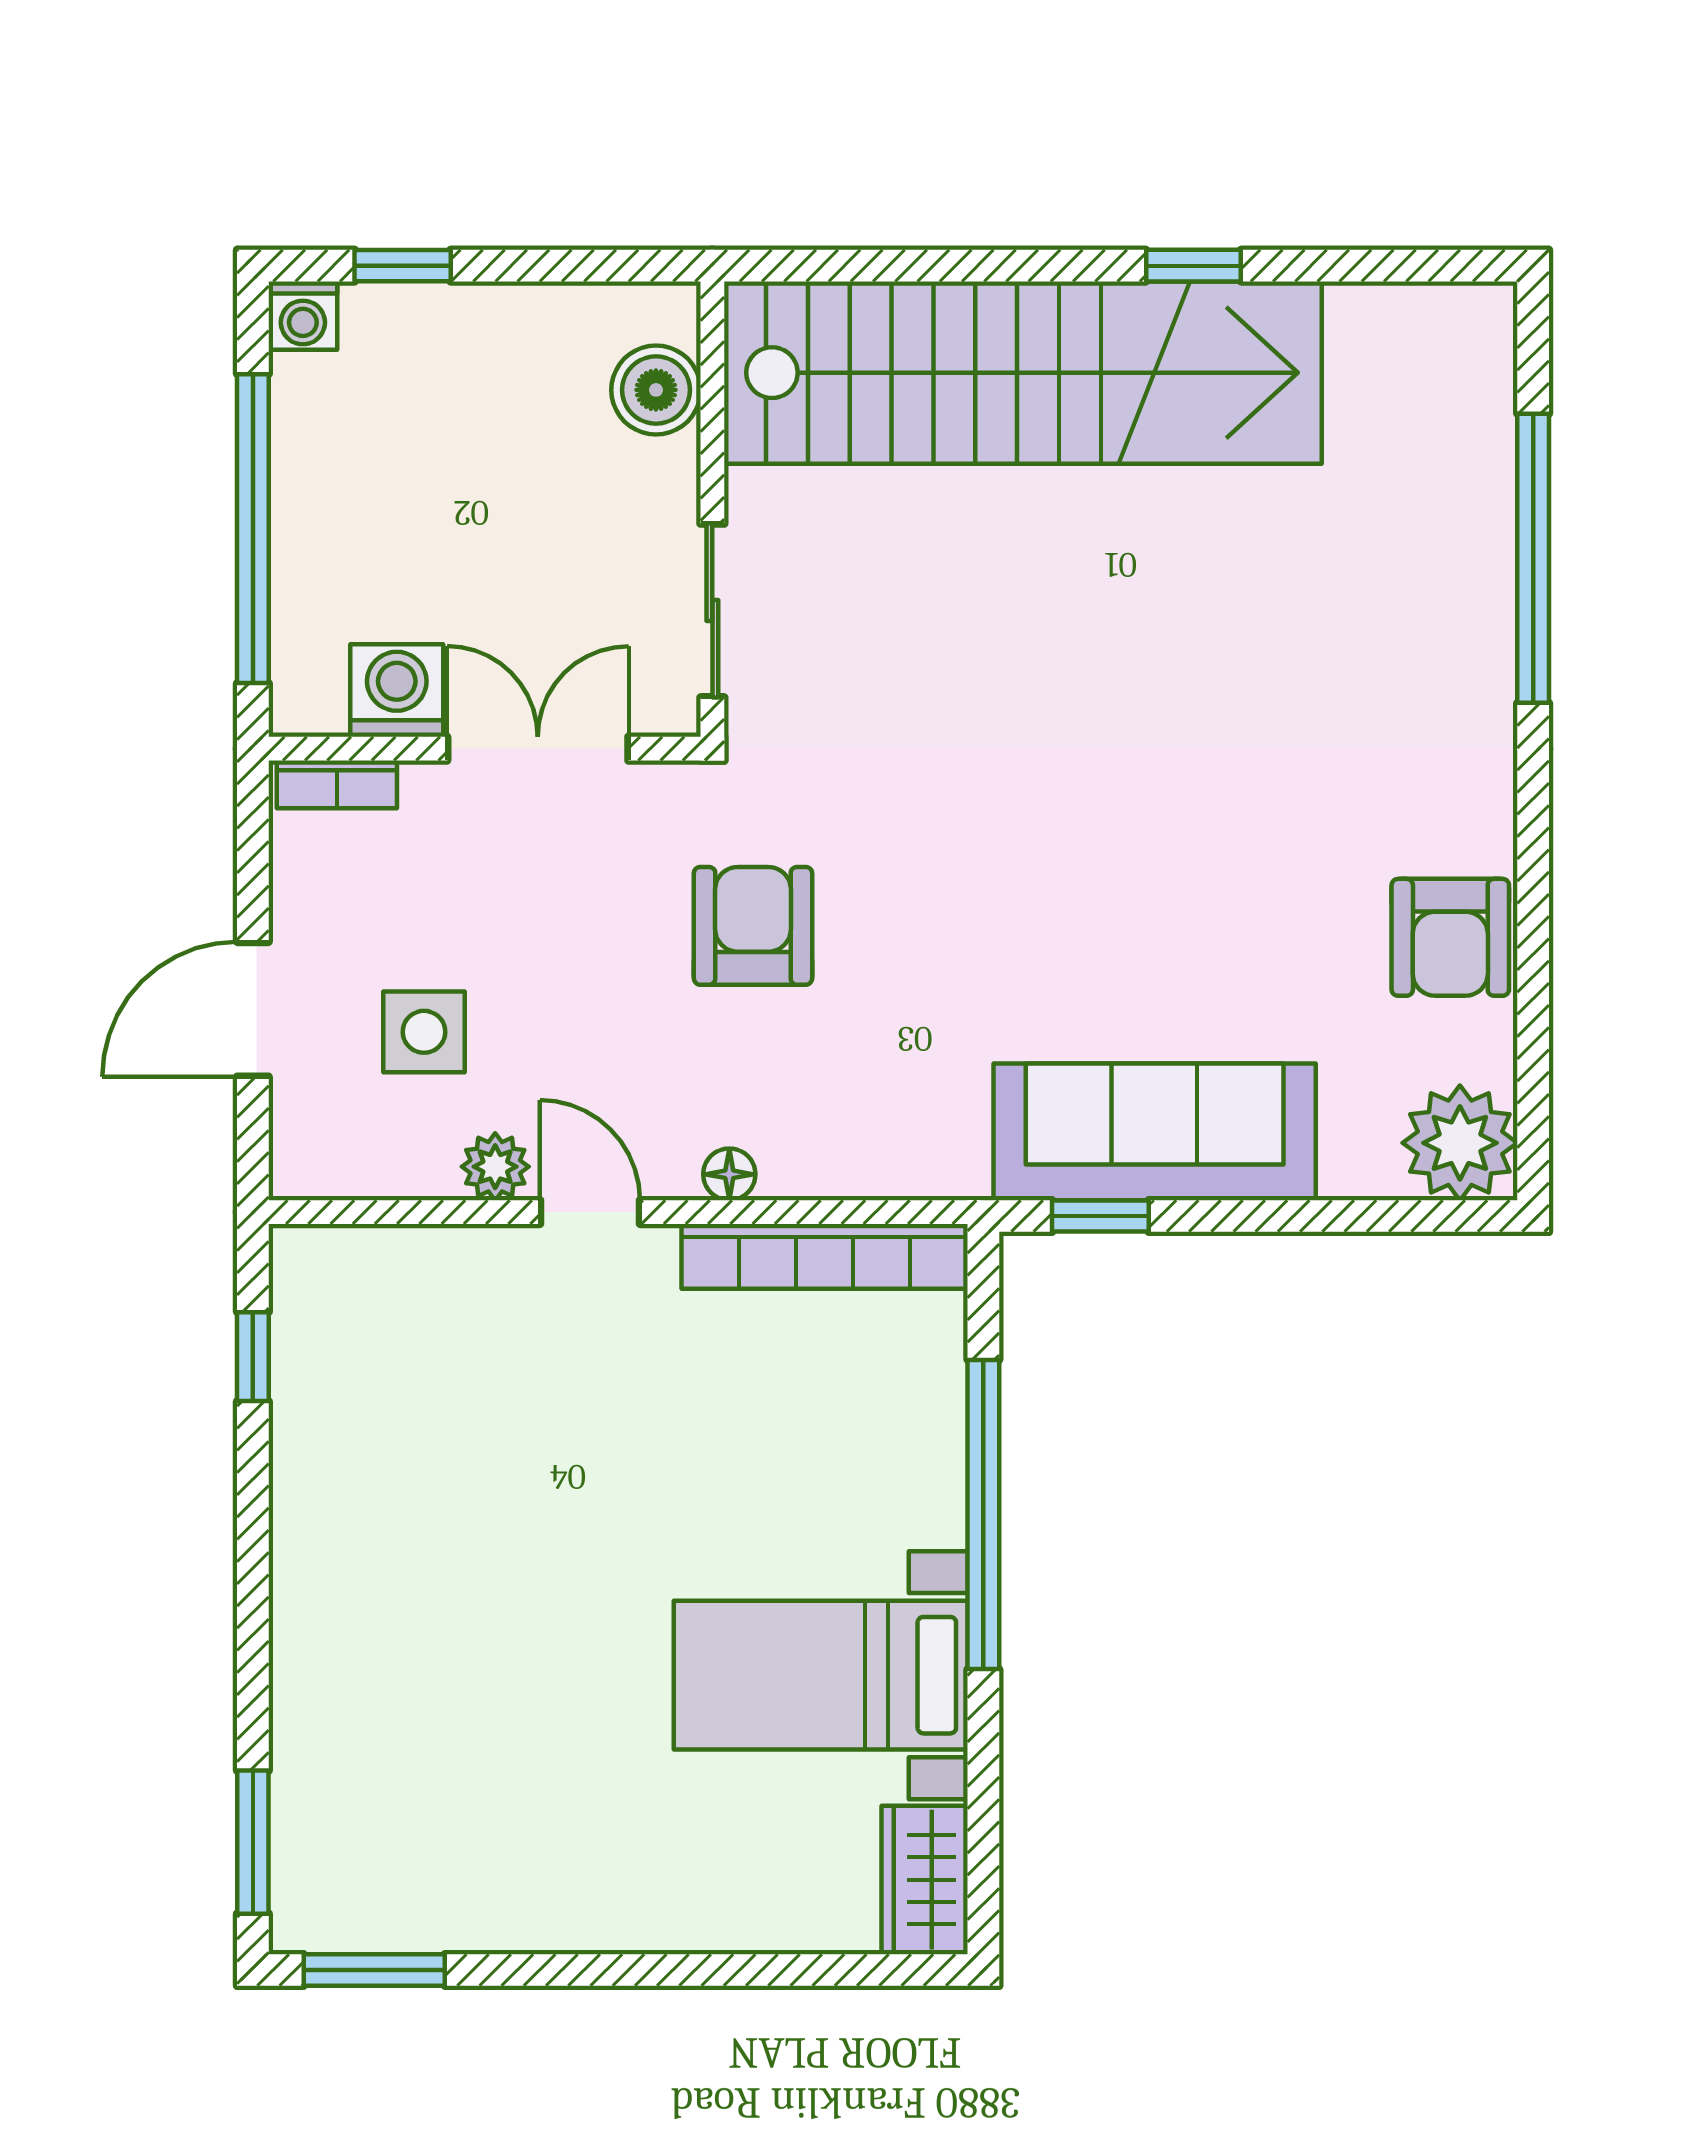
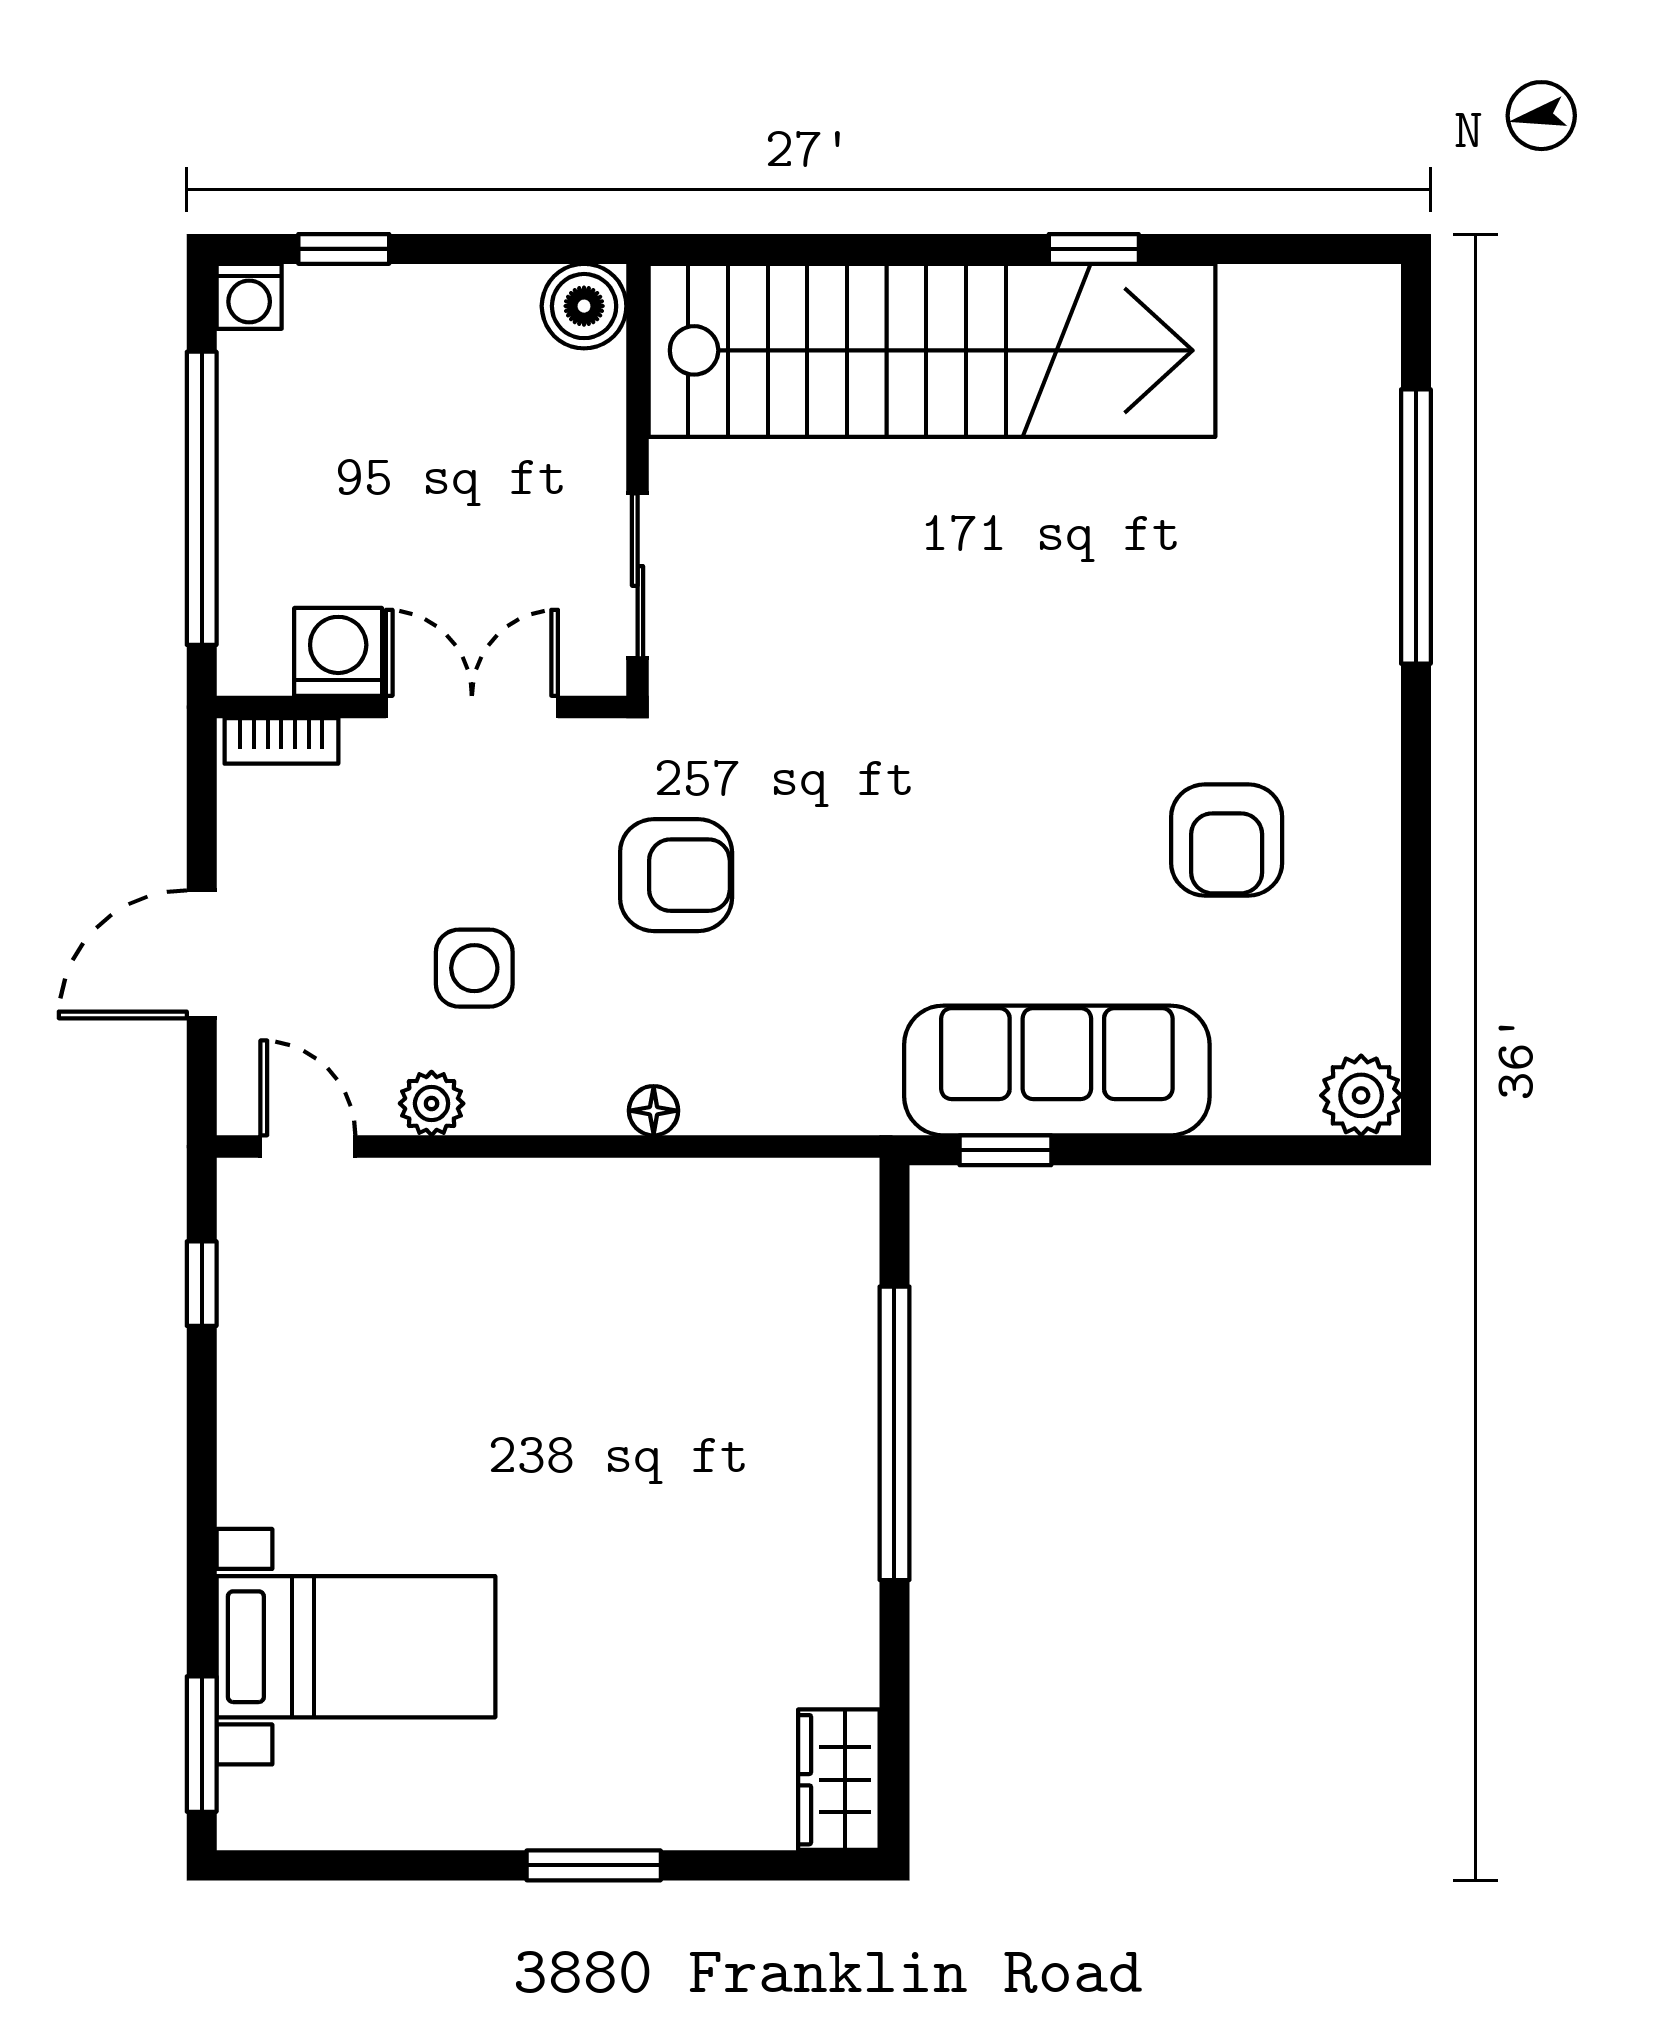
boiler: (656, 390) -> (584, 306), moved
armchair: (753, 926) -> (676, 875), turned 90
armchair: (1450, 937) -> (1227, 840), moved
side table: (424, 1032) -> (474, 968), moved
plant: (1460, 1143) -> (1361, 1095), width x0.73, depth x0.73
door: (590, 1212) -> (308, 1147), moved
bookcase: (825, 1256) -> (744, 1188), removed
bed with nightstands: (821, 1675) -> (356, 1647), moved, turned 180
window: (374, 1970) -> (594, 1865), moved

